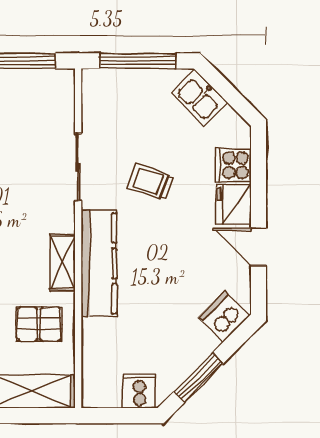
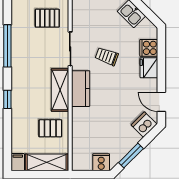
pallet: (33, 107) -> (47, 18), added
door: (258, 247) -> (161, 102), moved
shelving: (62, 263) -> (60, 90), width x1.50, depth x1.33
kitchen counter: (99, 263) -> (81, 89), width x0.67

